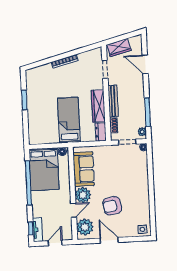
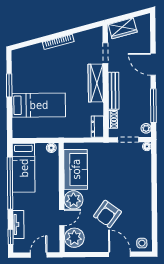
door: (145, 64) -> (153, 64), moved
wardrobe: (98, 106) -> (96, 83), moved
bed: (69, 120) -> (39, 105), moved, turned 90
bed: (44, 169) -> (24, 168), width x0.67
armchair: (112, 206) -> (107, 214), turned -43
tv unit: (37, 230) -> (18, 224), moved
door: (109, 240) -> (120, 254), moved

